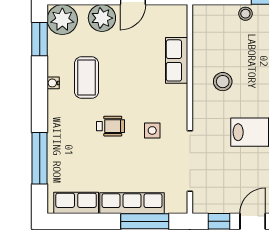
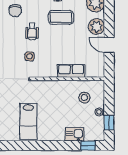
stool: (223, 82) -> (84, 98), moved
chair: (75, 155) -> (15, 11), added

